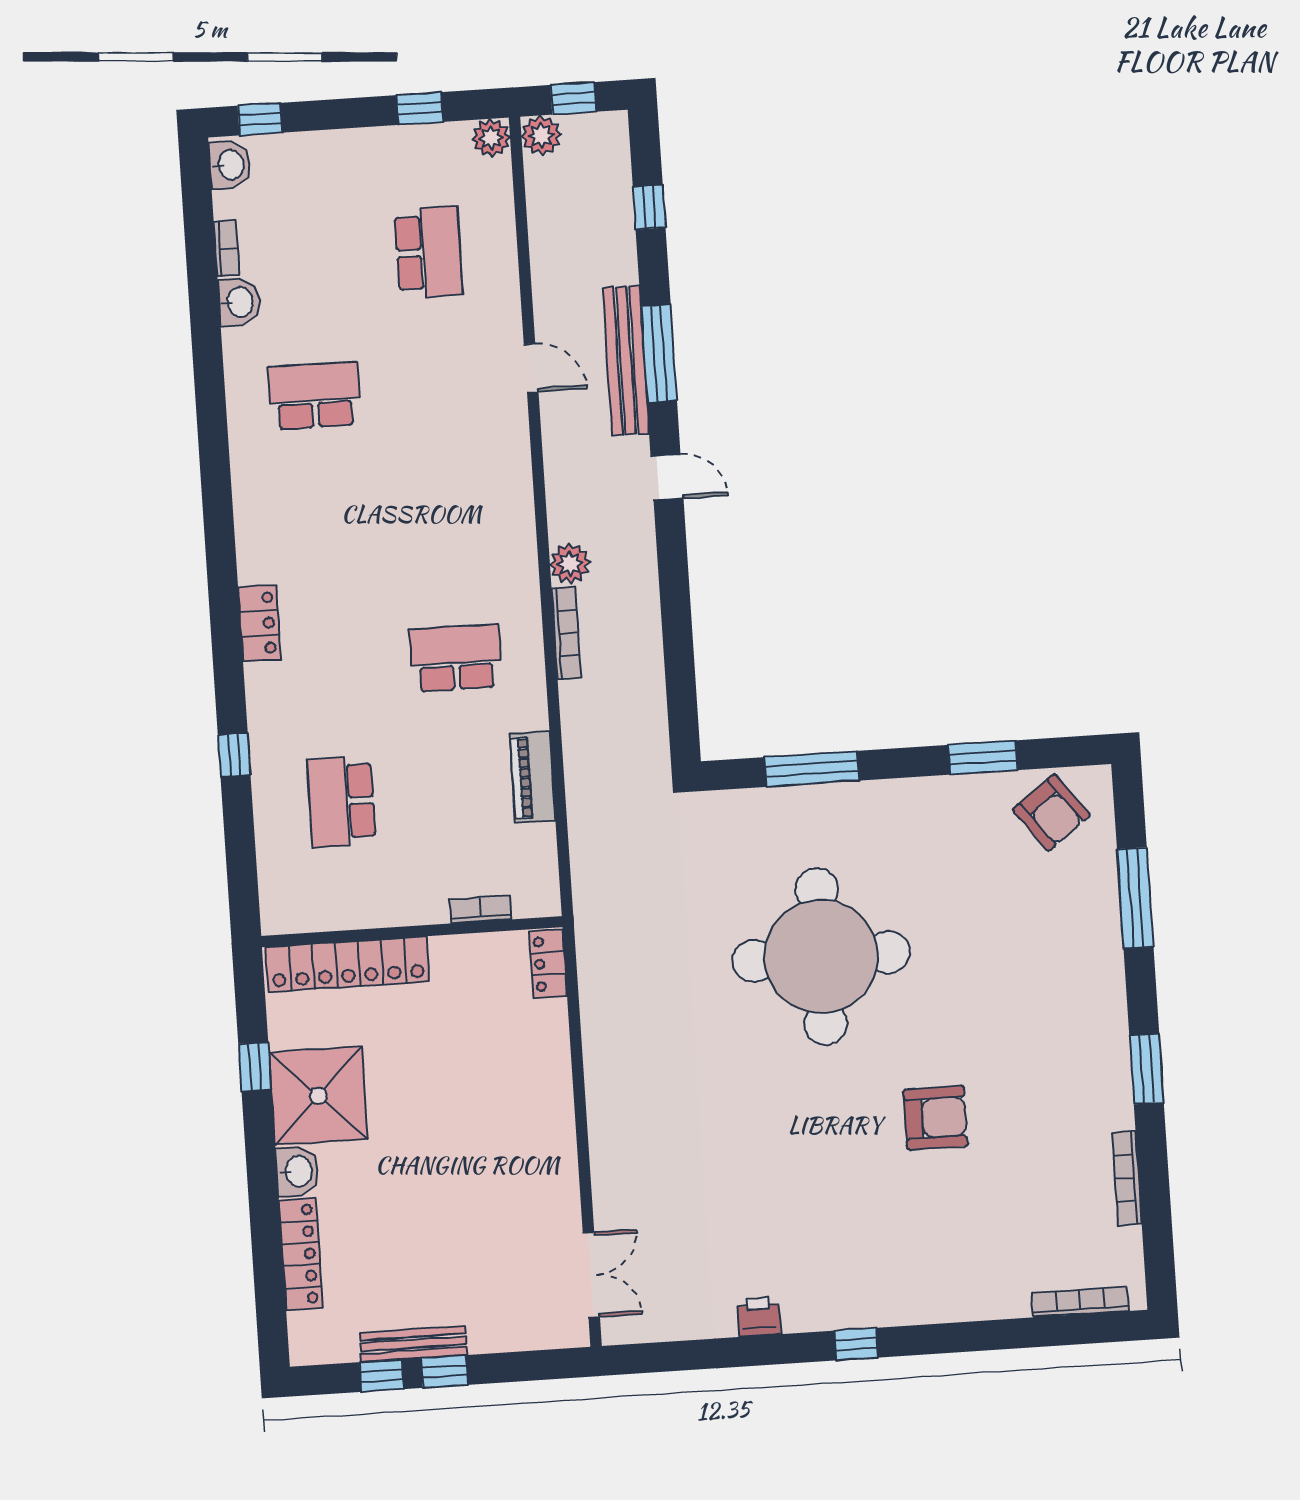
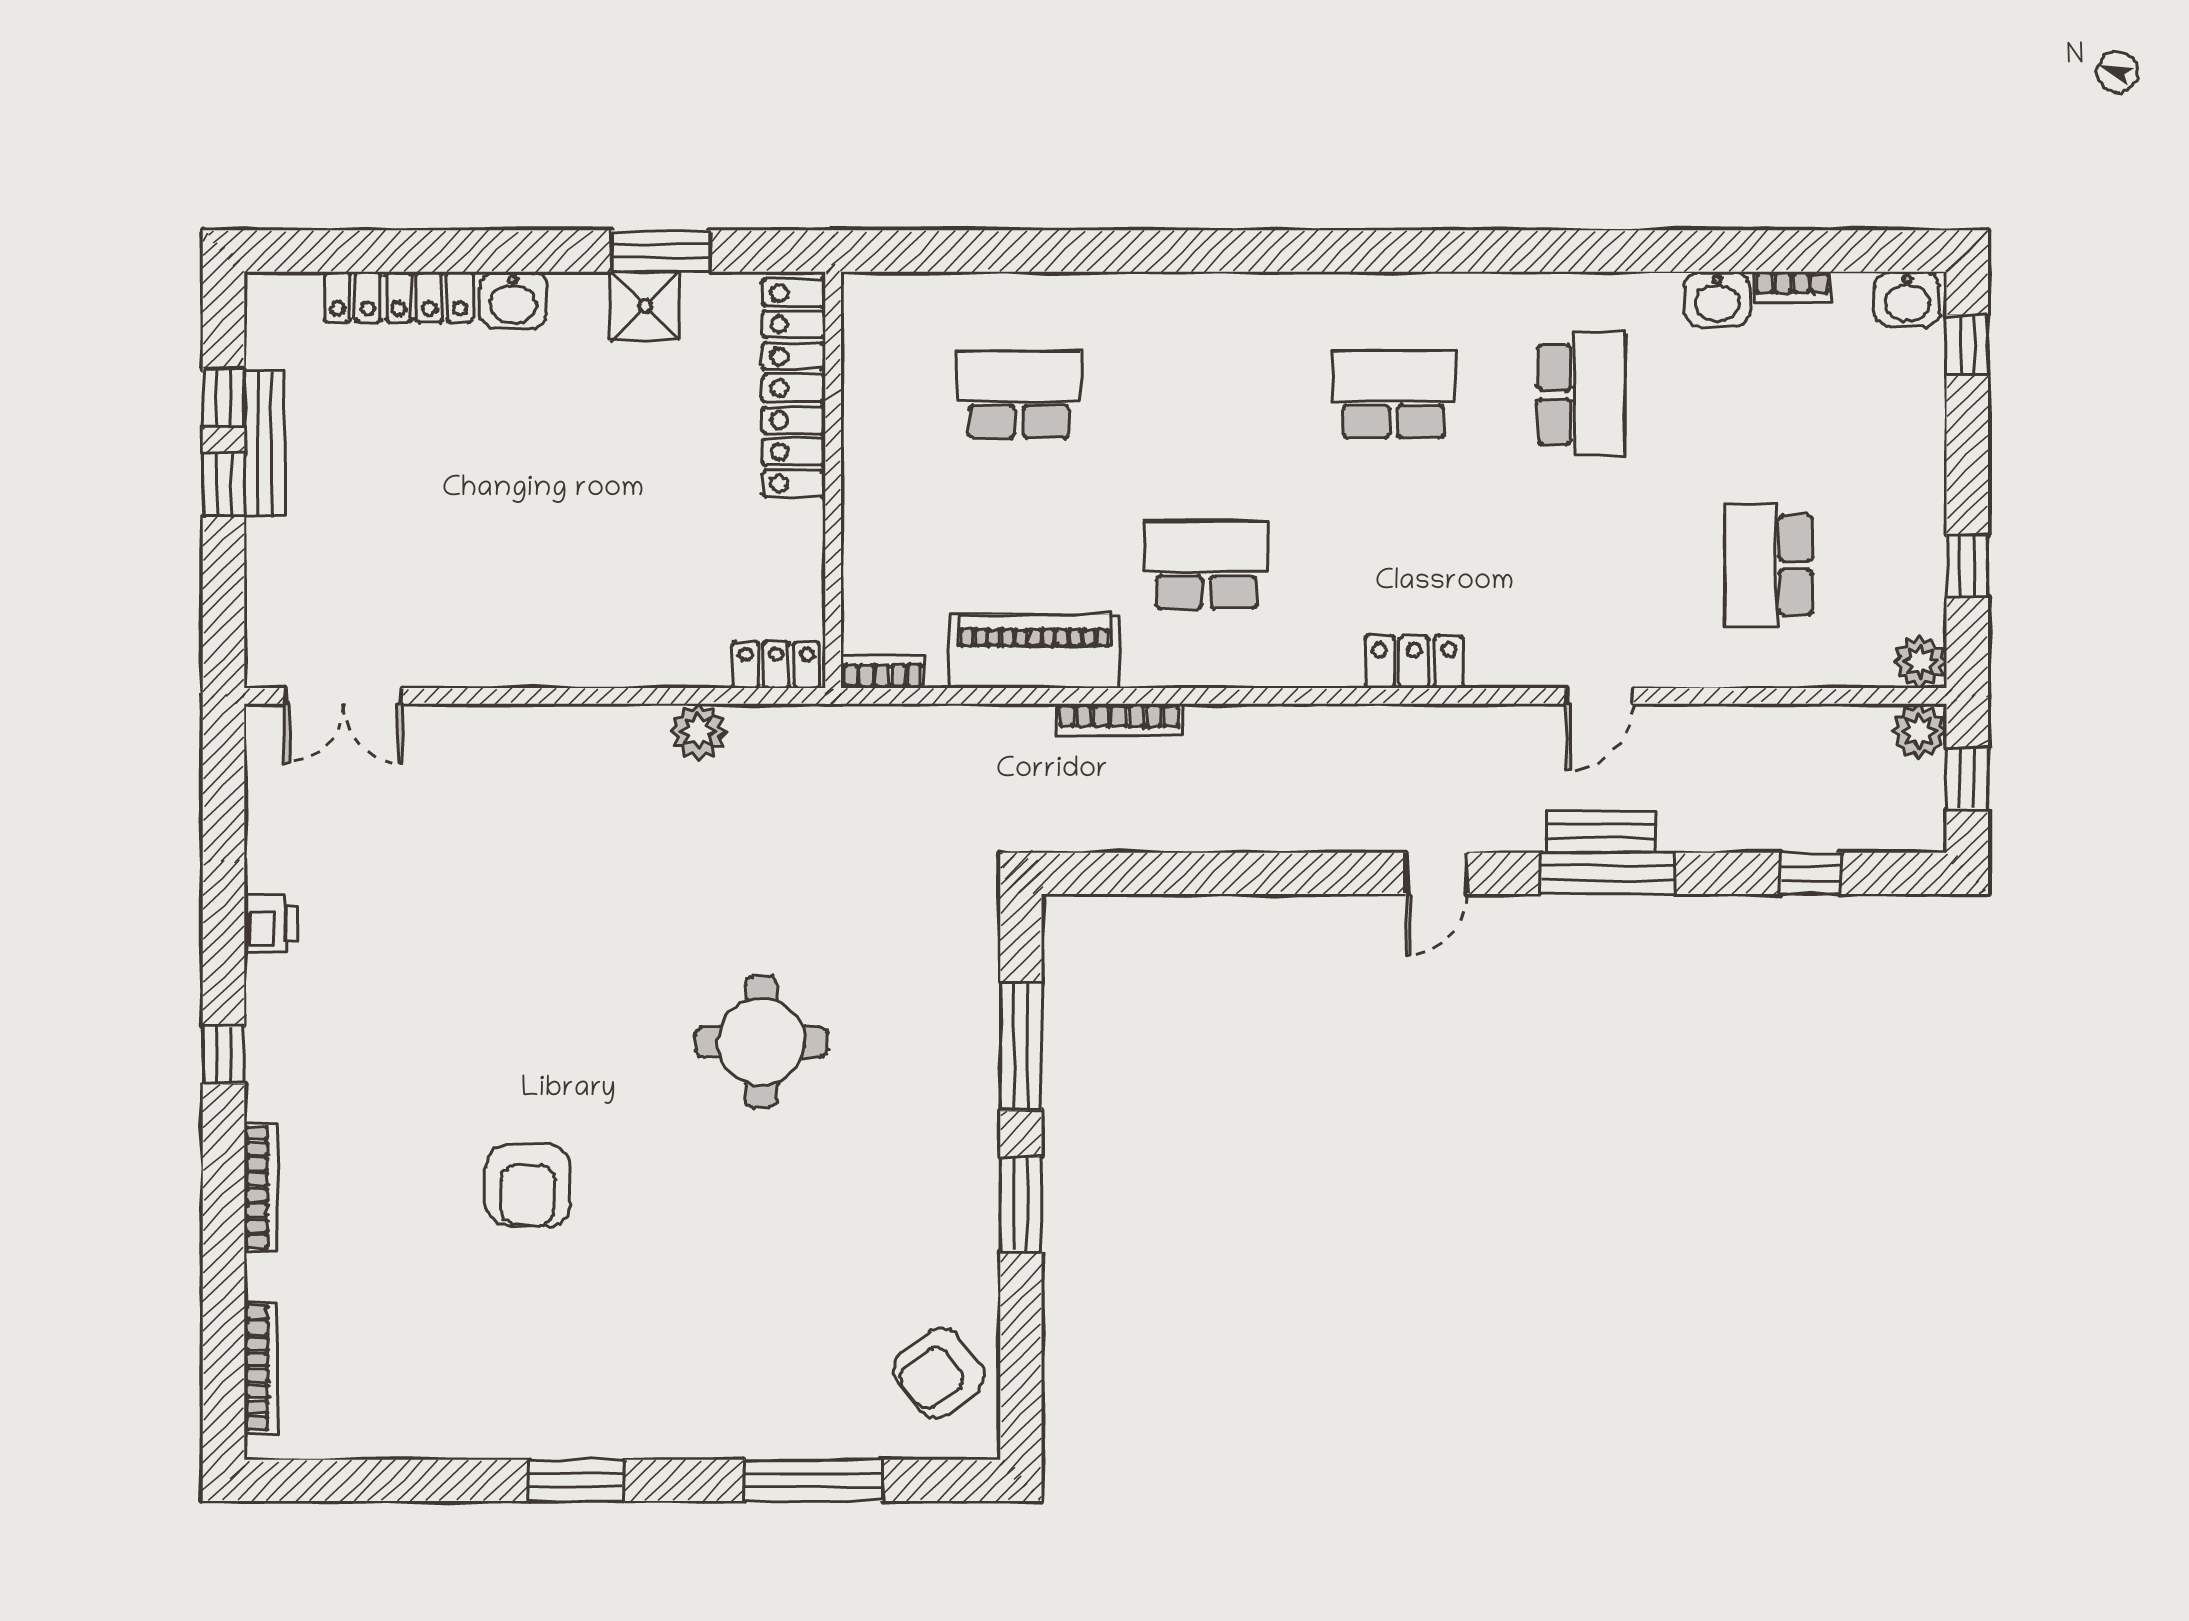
school desk: (429, 252) -> (1769, 565), turned 90
bench: (626, 361) -> (1601, 832), width x0.54, depth x0.82
school desk: (323, 531) -> (1394, 395), added
plant: (570, 564) -> (699, 732), moved
locker: (259, 623) -> (1414, 662), moved, turned 180
bookcase: (566, 633) -> (1119, 720), moved
school desk: (456, 658) -> (1206, 565), turned -90
window: (234, 755) -> (1093, 251), removed
window: (983, 757) -> (1021, 1205), moved
piano: (533, 777) -> (1035, 651), width x1.37, depth x1.33
bookcase: (480, 909) -> (882, 672), moved, turned -90
round table: (821, 957) -> (761, 1042), width x0.54, depth x0.54
window: (255, 1067) -> (661, 251), width x1.50
shower: (318, 1096) -> (645, 306), width x0.54, depth x0.54
bookcase: (1127, 1178) -> (261, 1187), moved, turned 90

